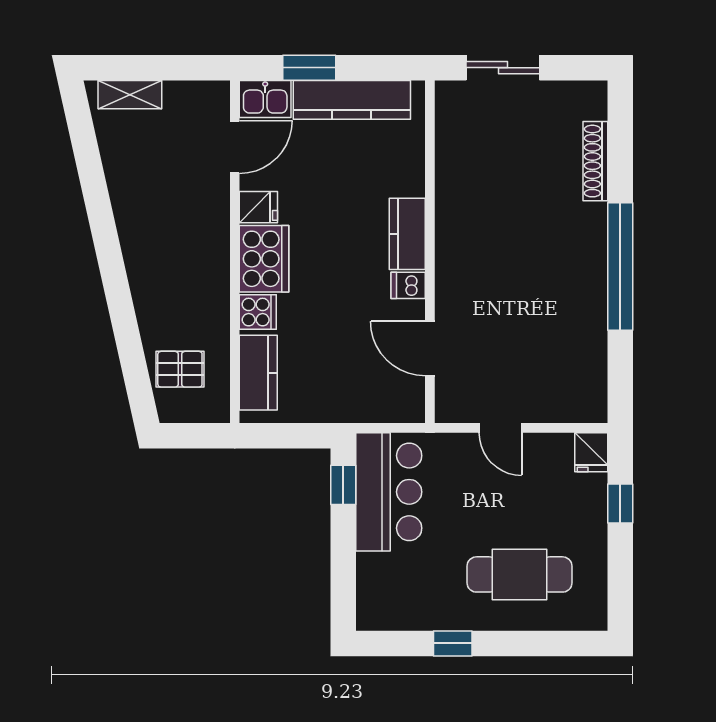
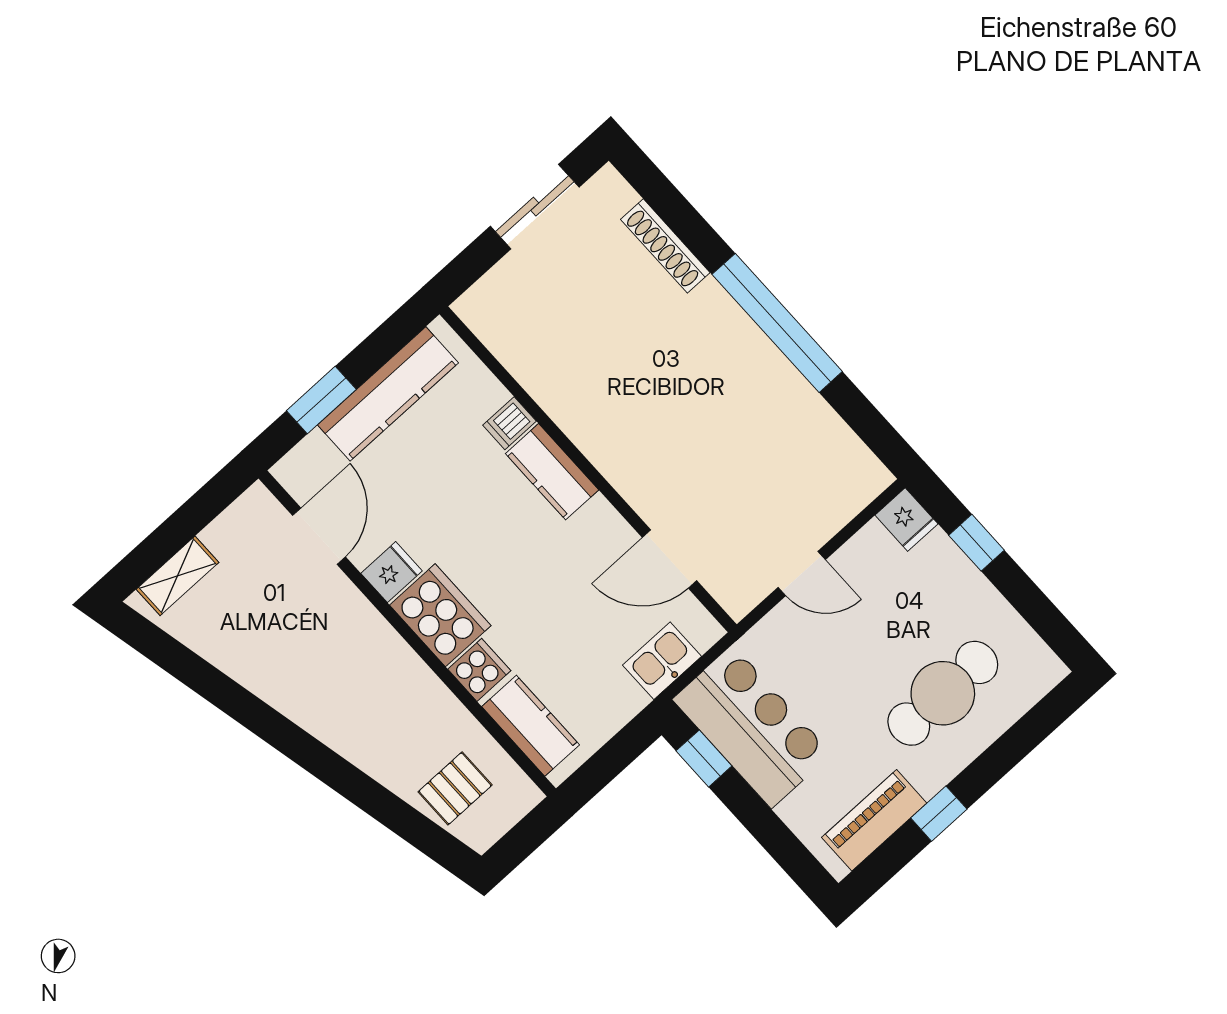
sliding door: (503, 68) -> (535, 207), moved
kitchen sink: (265, 99) -> (662, 661), moved, turned 180
dishwasher: (408, 285) -> (509, 423), moved
piano: (411, 613) -> (874, 820), added

